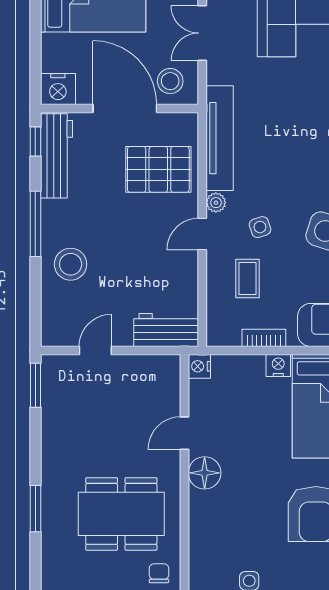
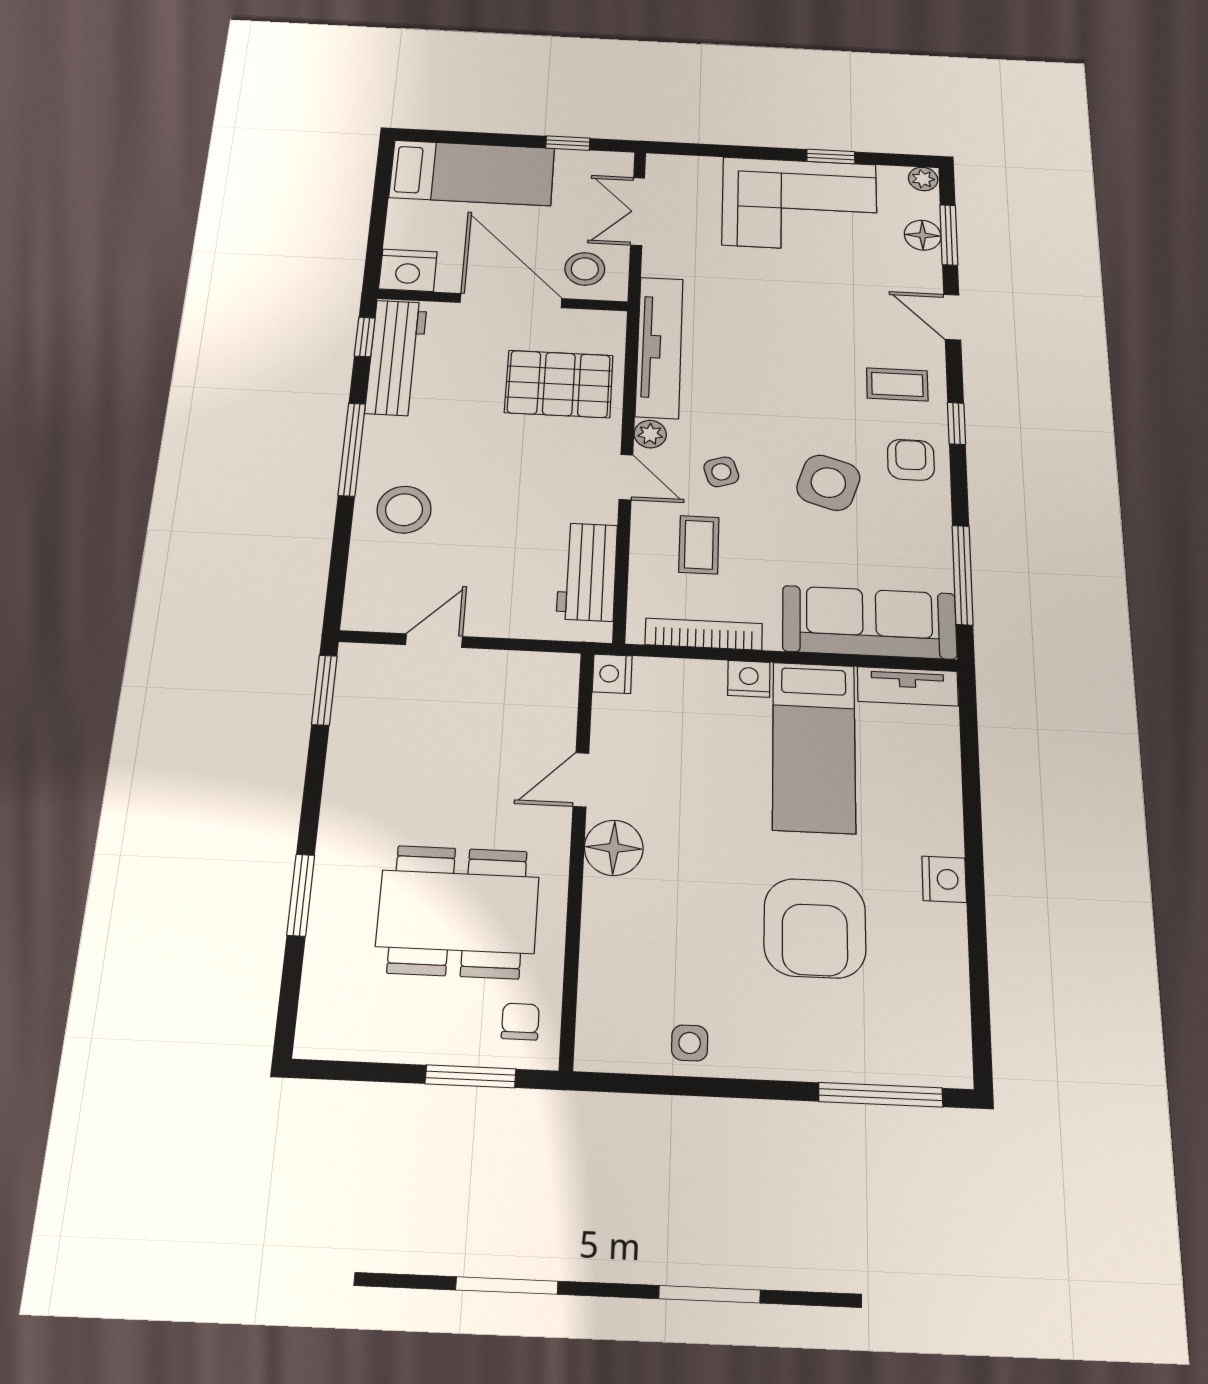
door: (202, 234) -> (626, 477), swing flipped
workbench: (166, 330) -> (587, 572), moved, turned -90
bookcase: (264, 338) -> (704, 634), width x1.56

